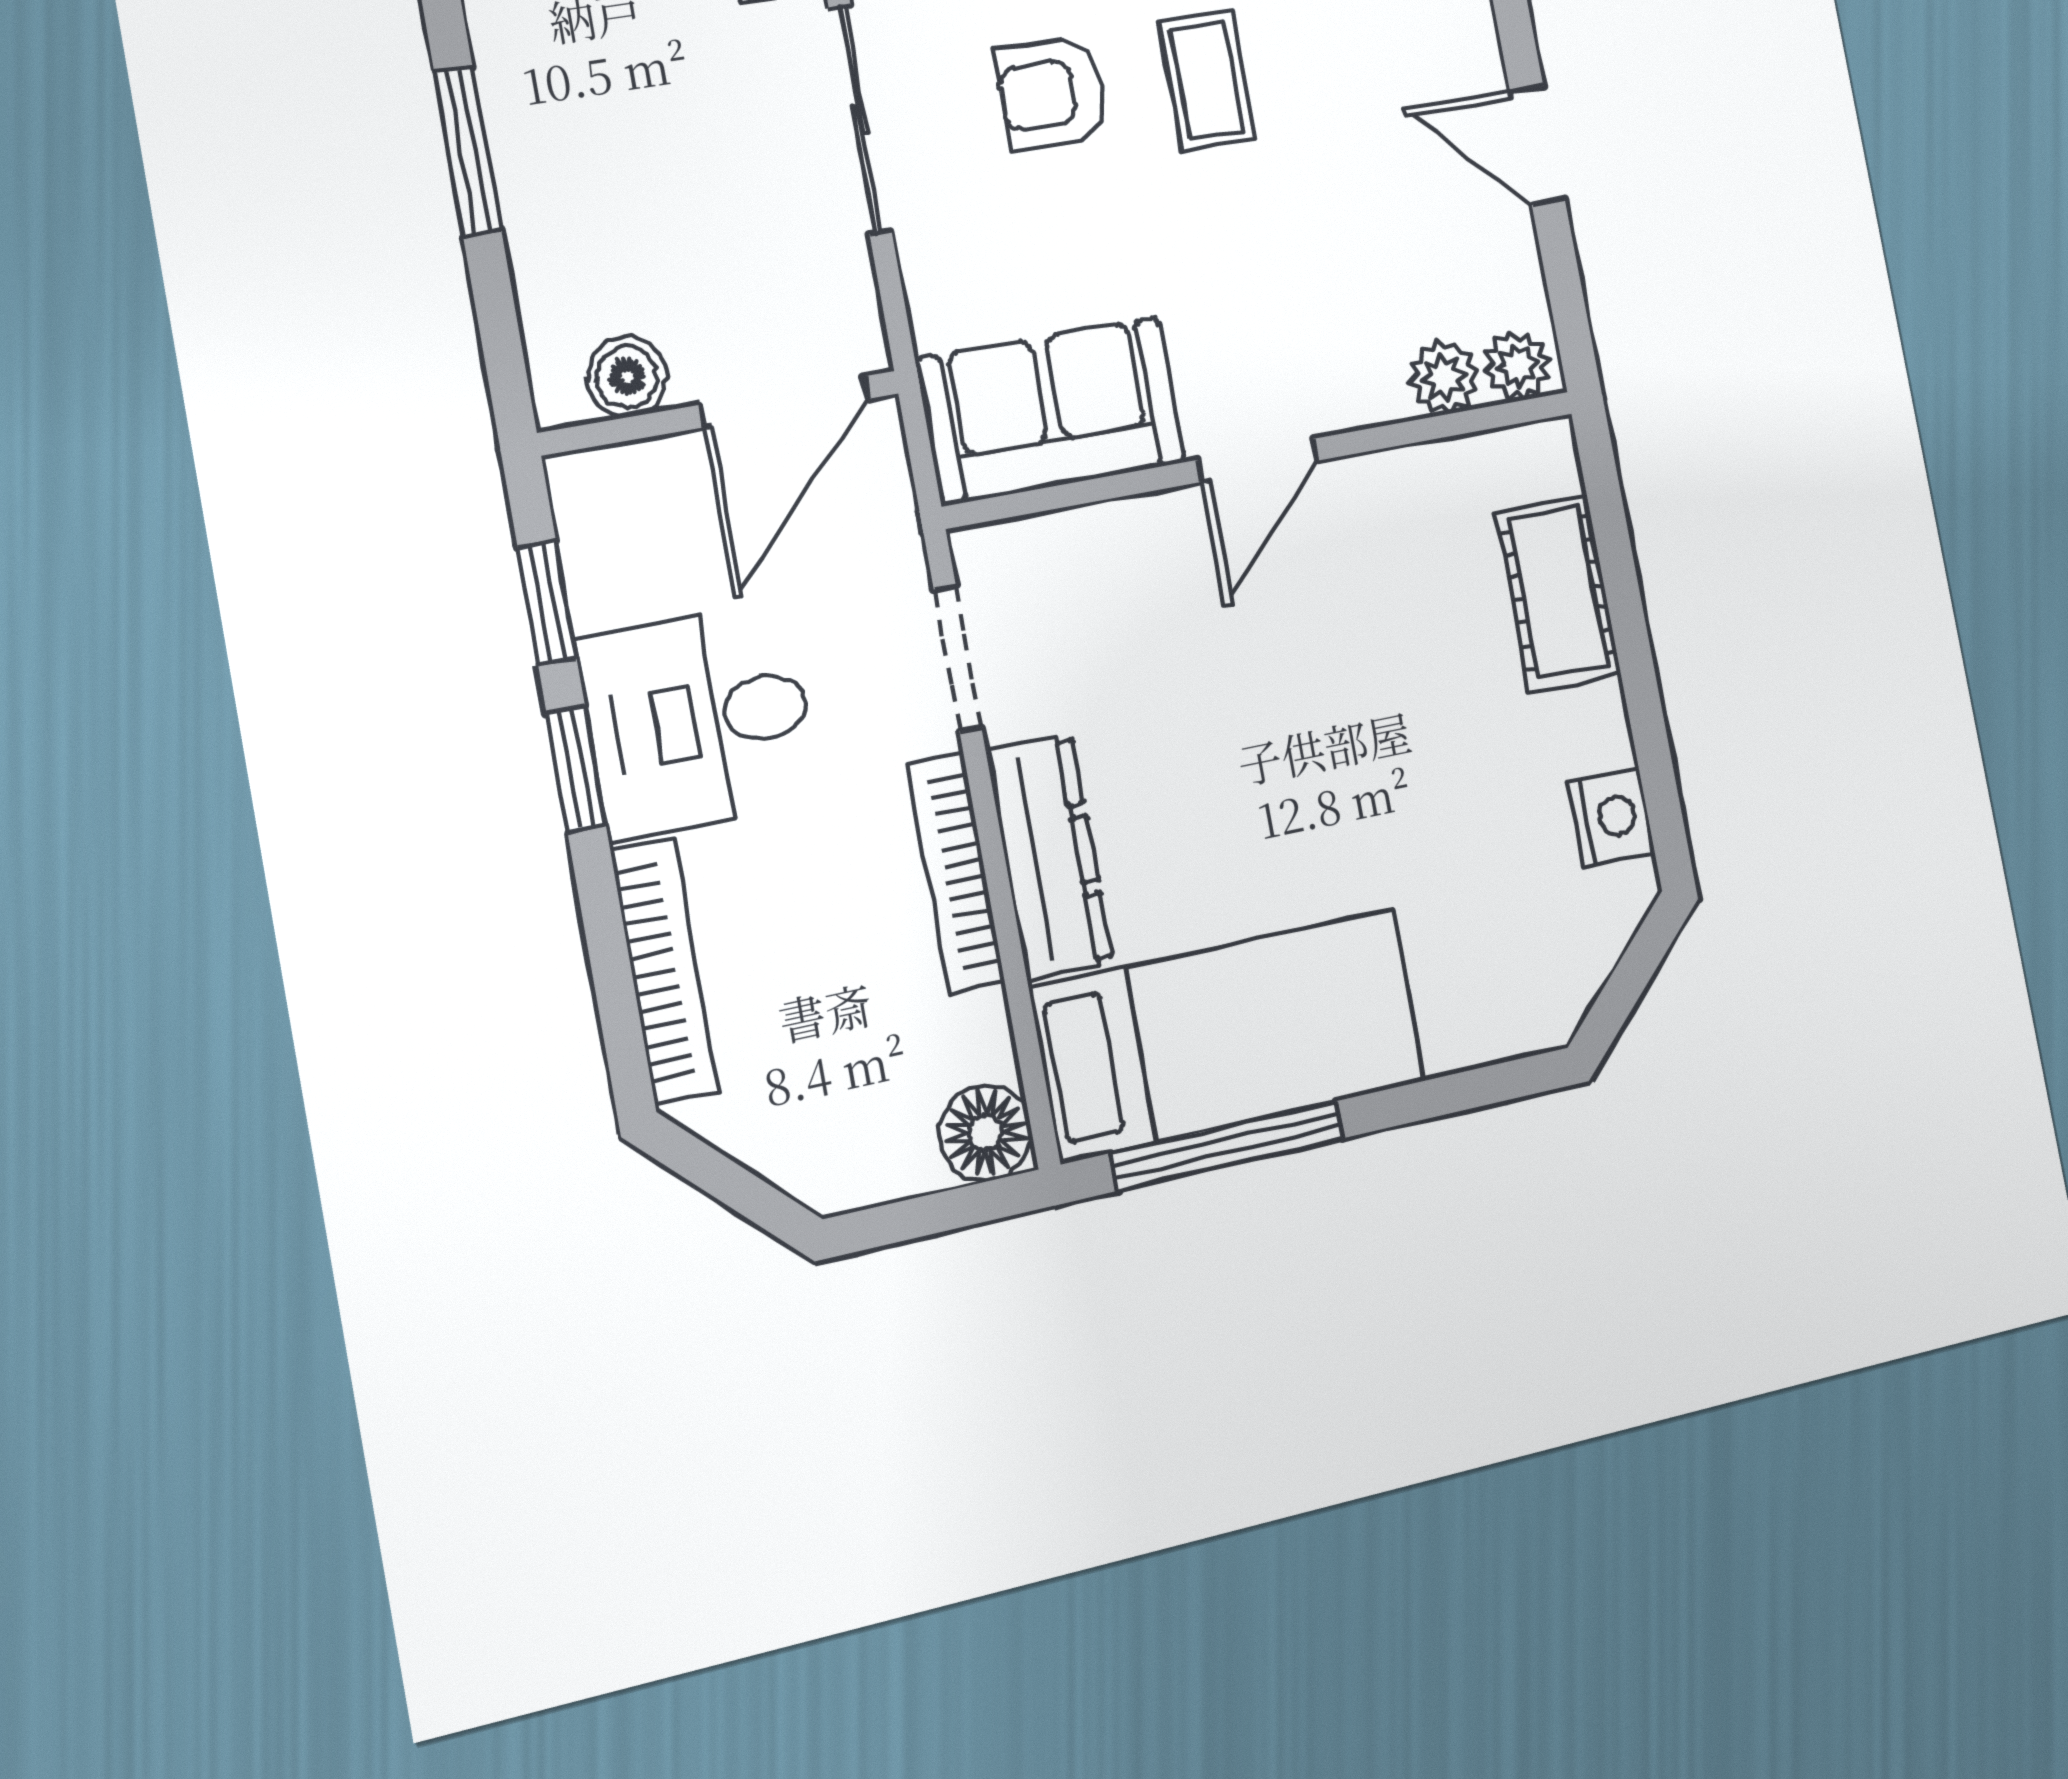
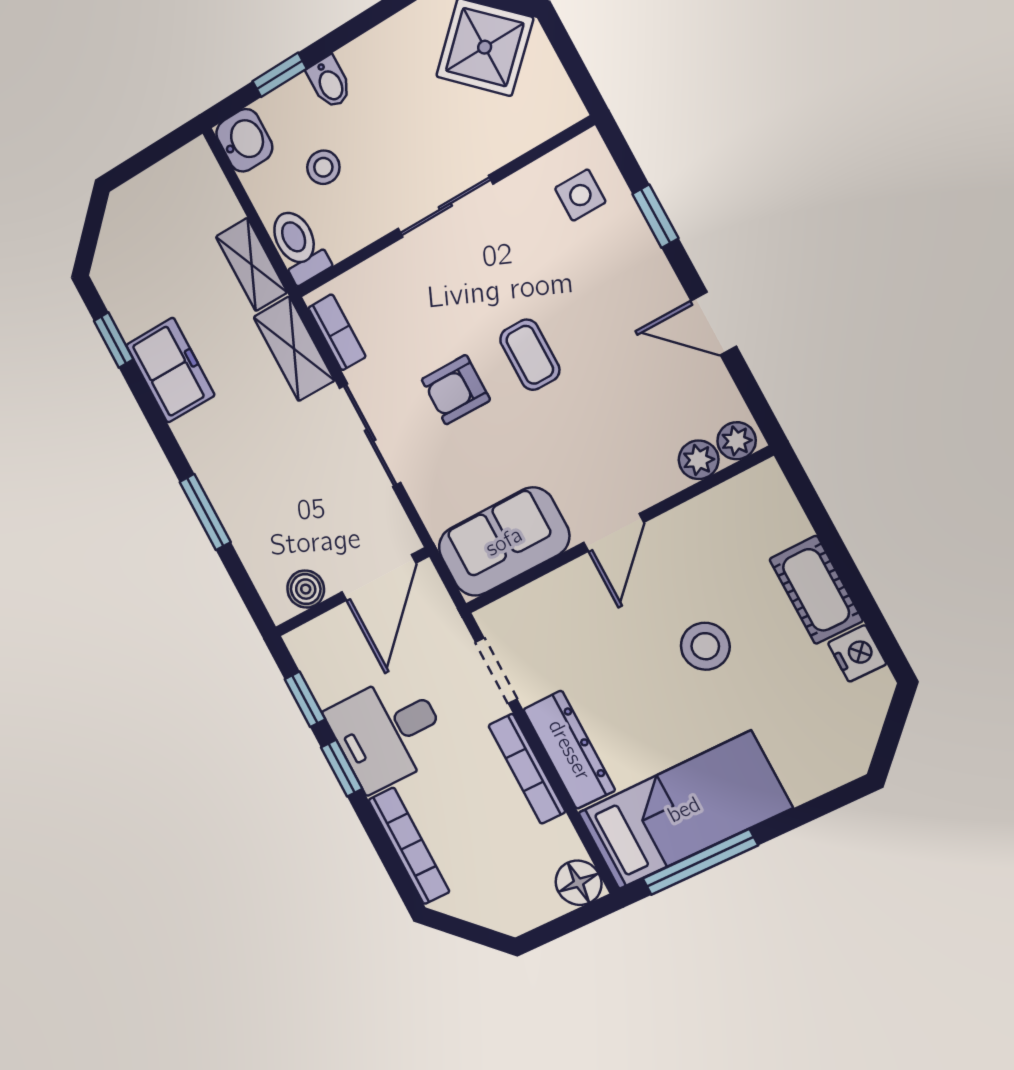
cot: (1558, 592) -> (816, 590), moved
stool: (1358, 726) -> (705, 646), added

